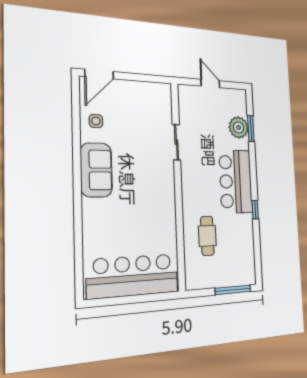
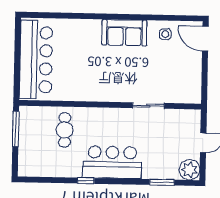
plant: (239, 127) -> (189, 170), moved
cafe table: (207, 236) -> (65, 130), turned 90
window: (233, 290) -> (16, 129), moved

